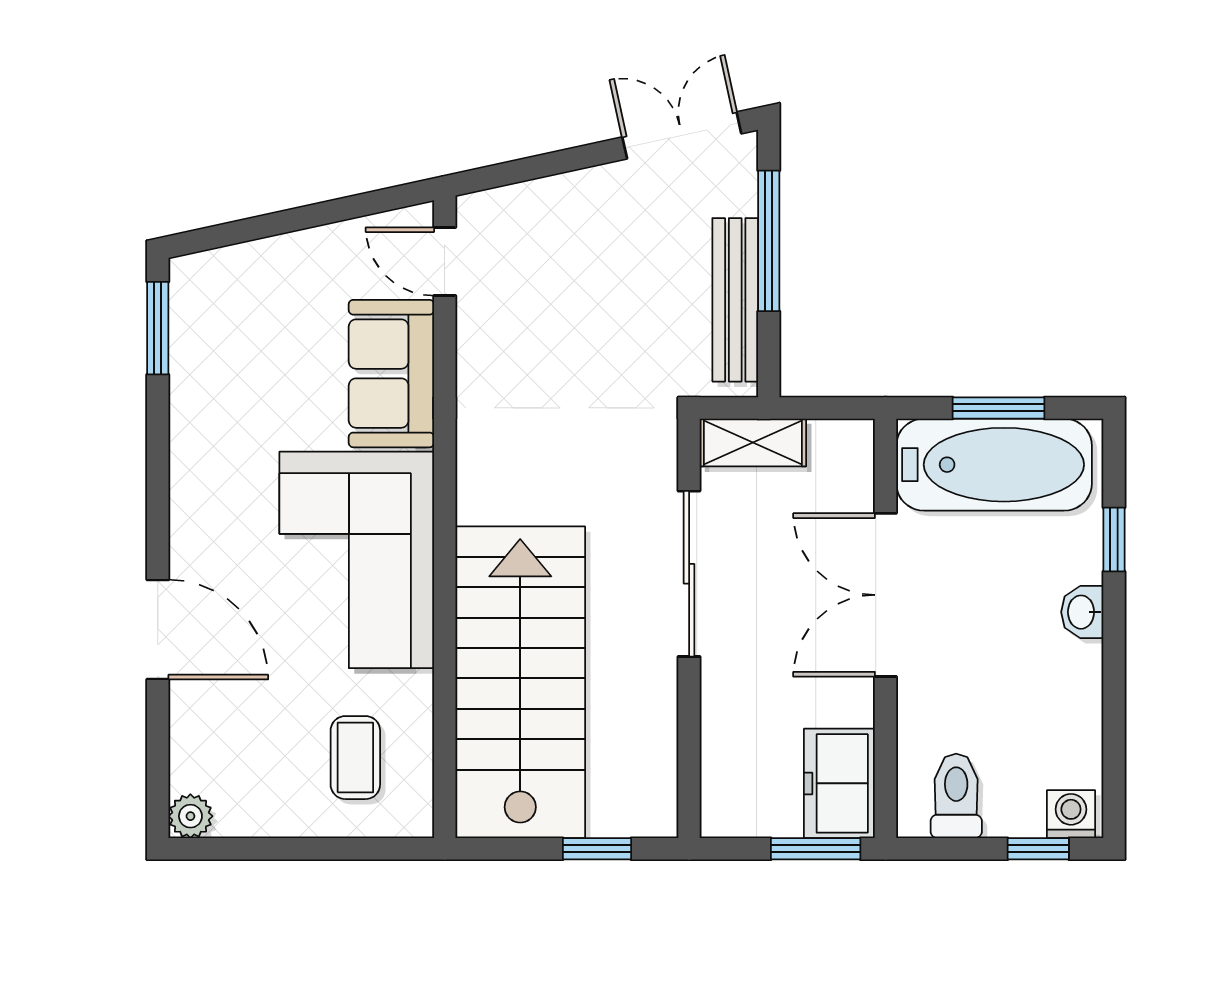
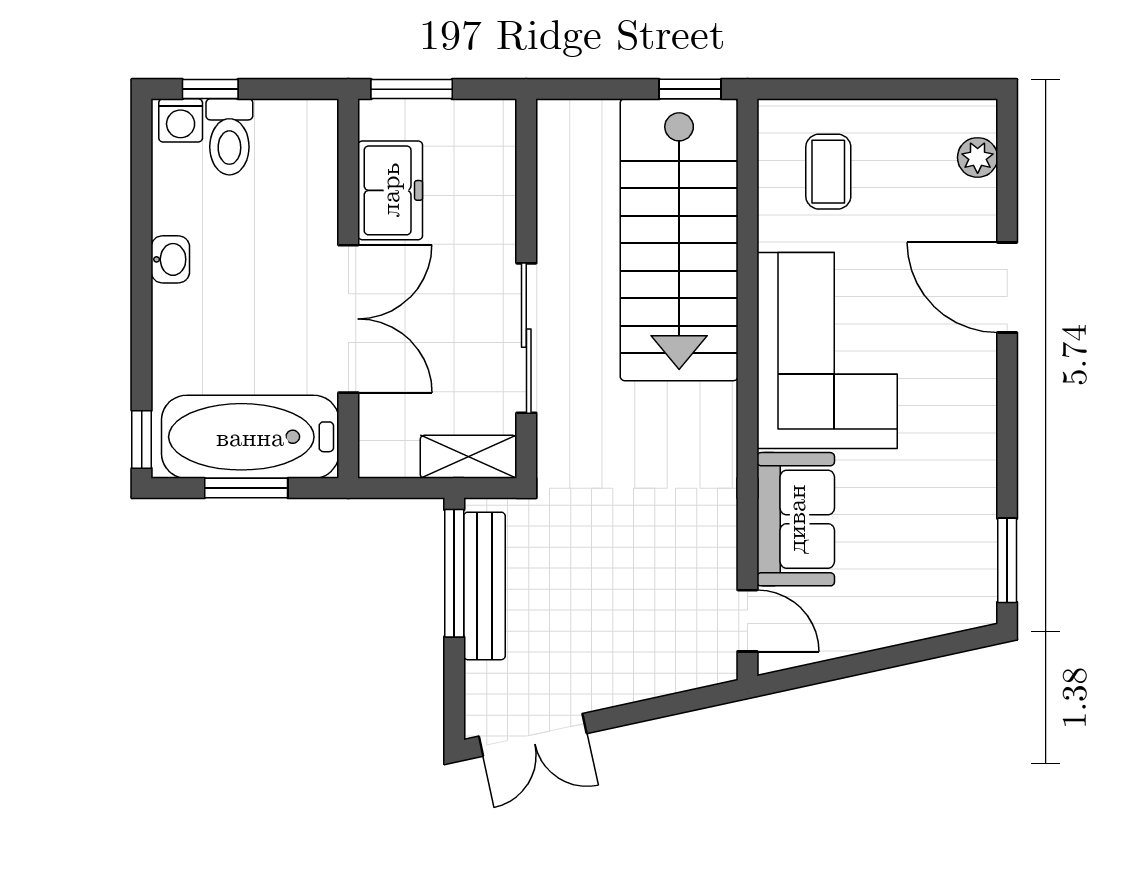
window: (769, 241) -> (454, 573), moved
window: (1114, 540) -> (142, 439), moved
washbasin: (1082, 612) -> (170, 259), moved
freezer: (839, 783) -> (390, 190), moved
toilet: (956, 796) -> (229, 137), moved
plant: (190, 816) -> (978, 157), moved
window: (597, 849) -> (690, 89), moved

